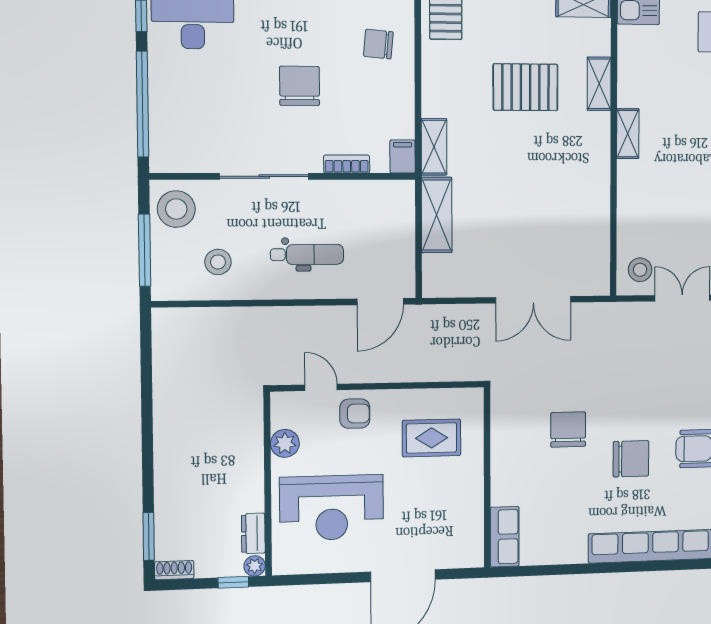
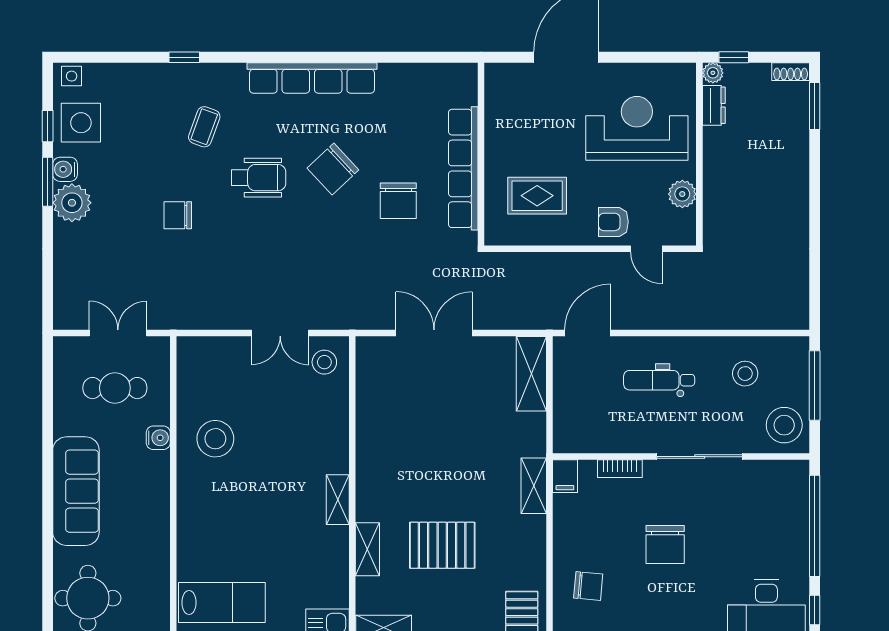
shelving: (437, 215) -> (531, 374), moved
chair: (631, 459) -> (333, 169), turned -43
row of seats: (505, 537) -> (463, 168), moved, width x2.02

